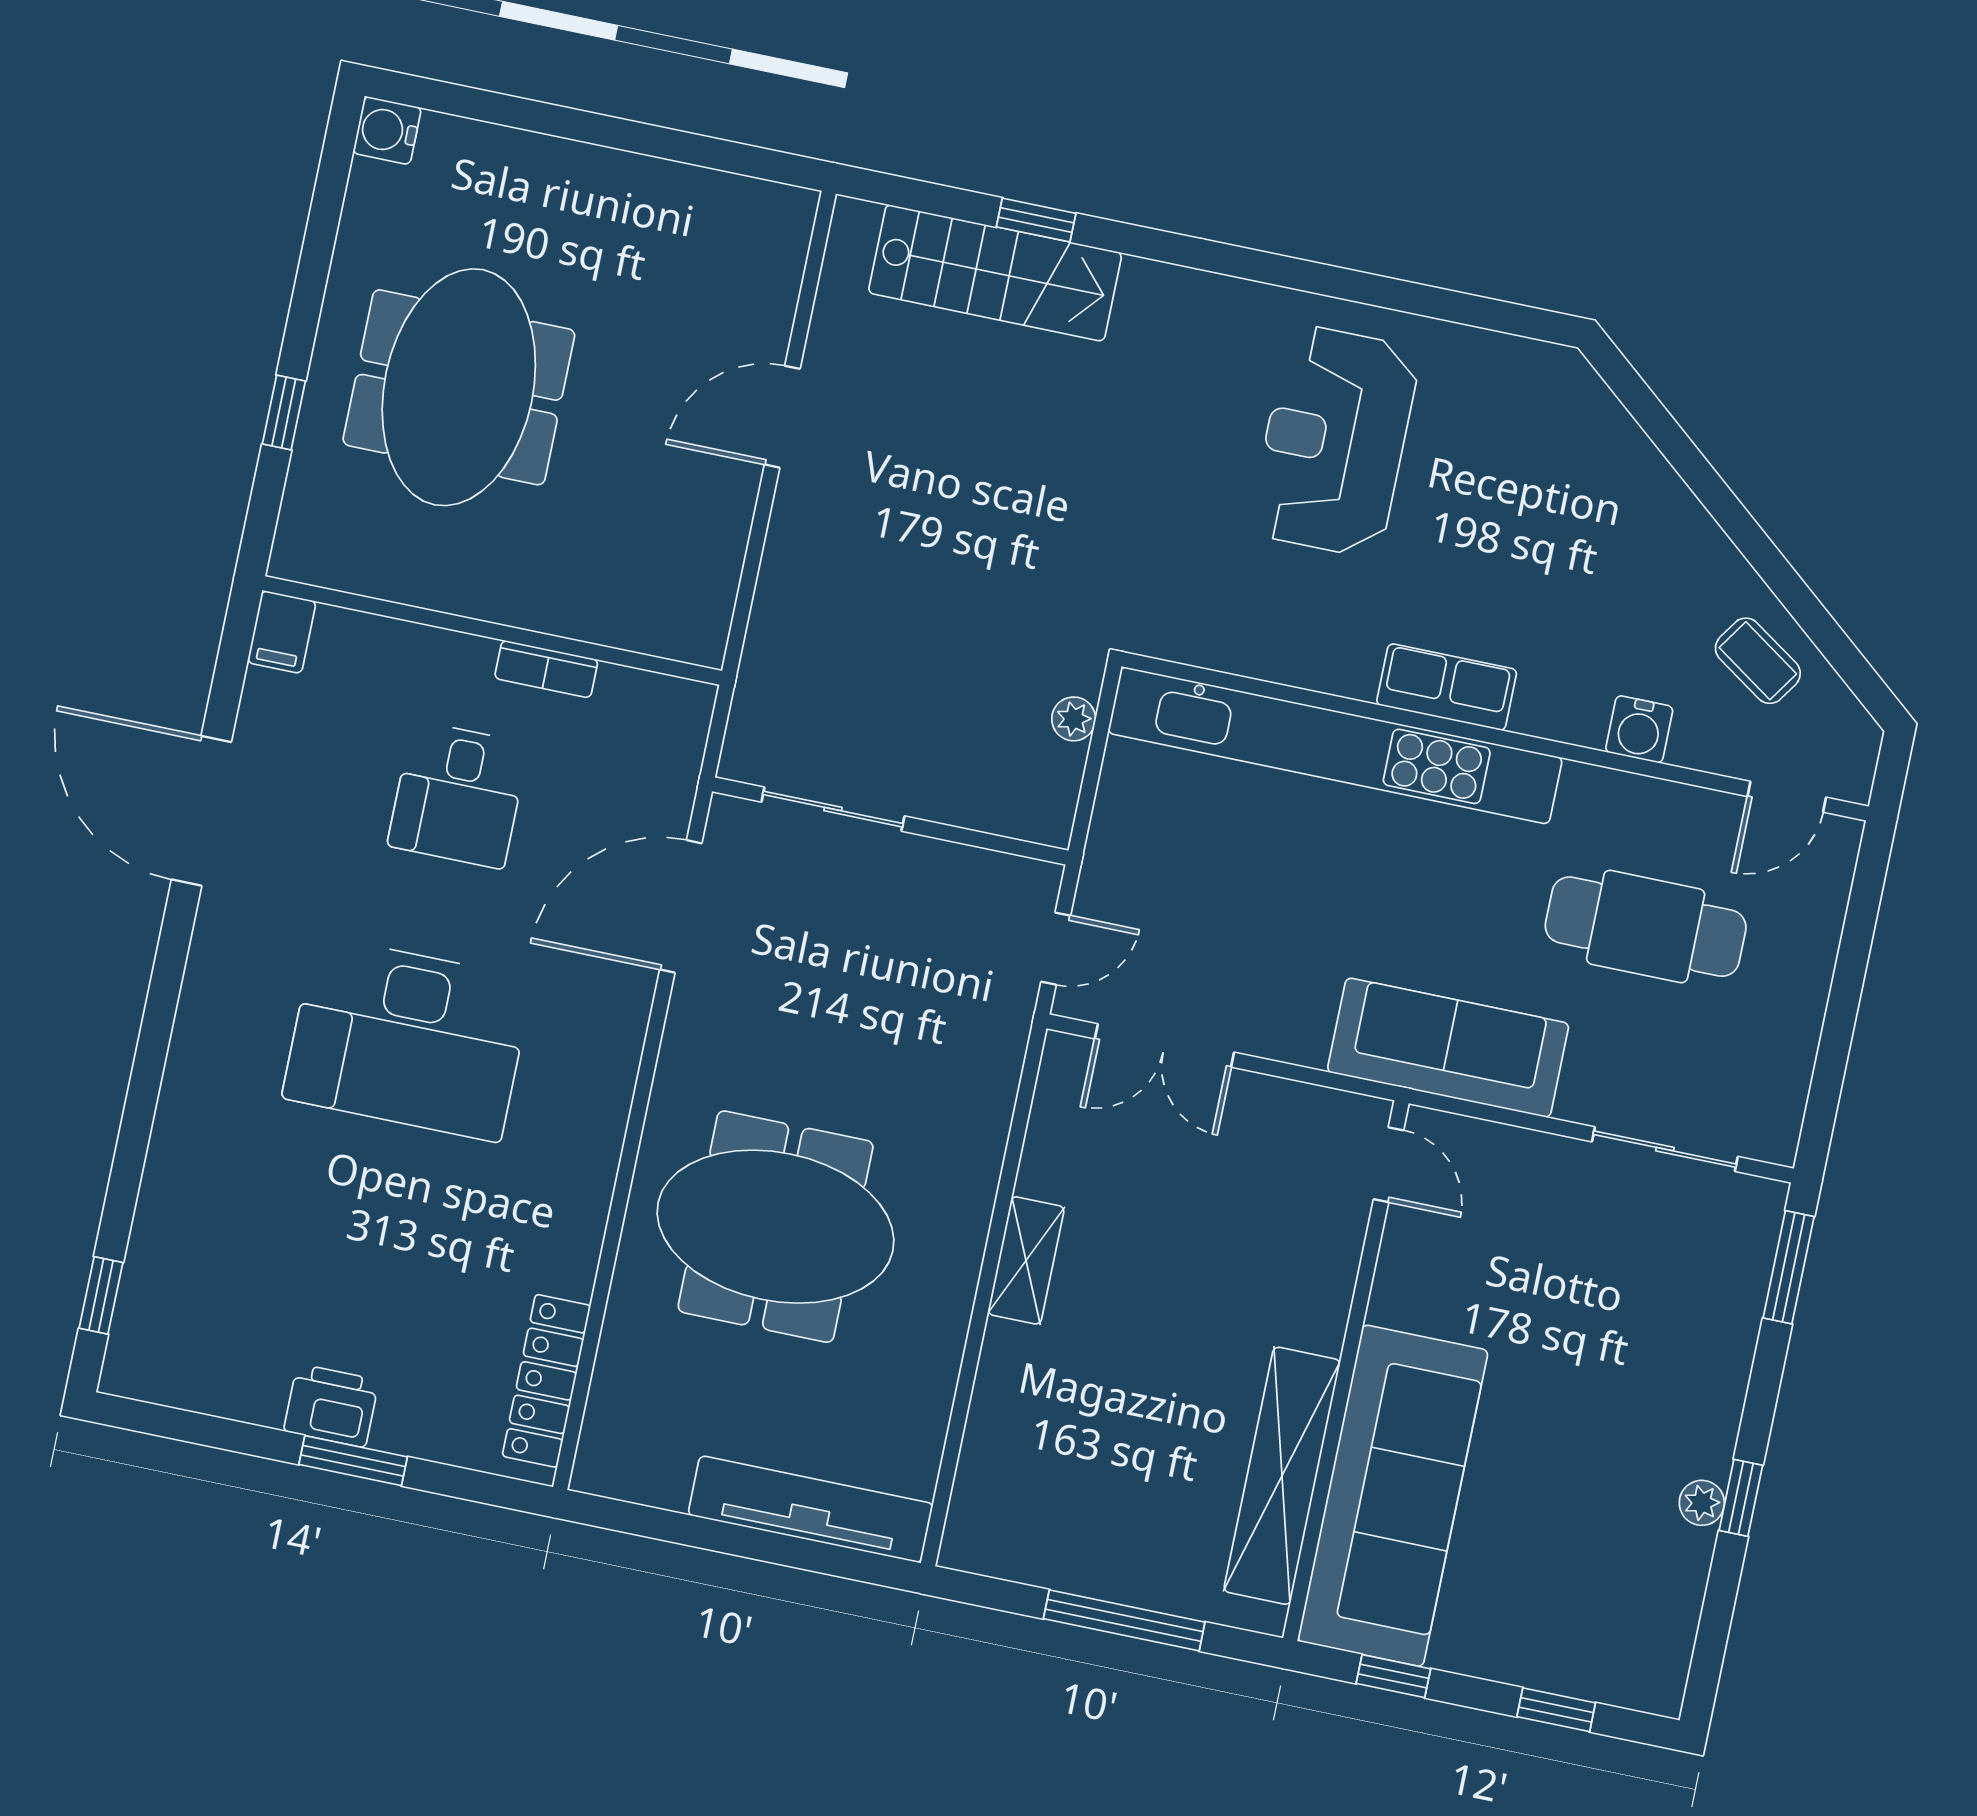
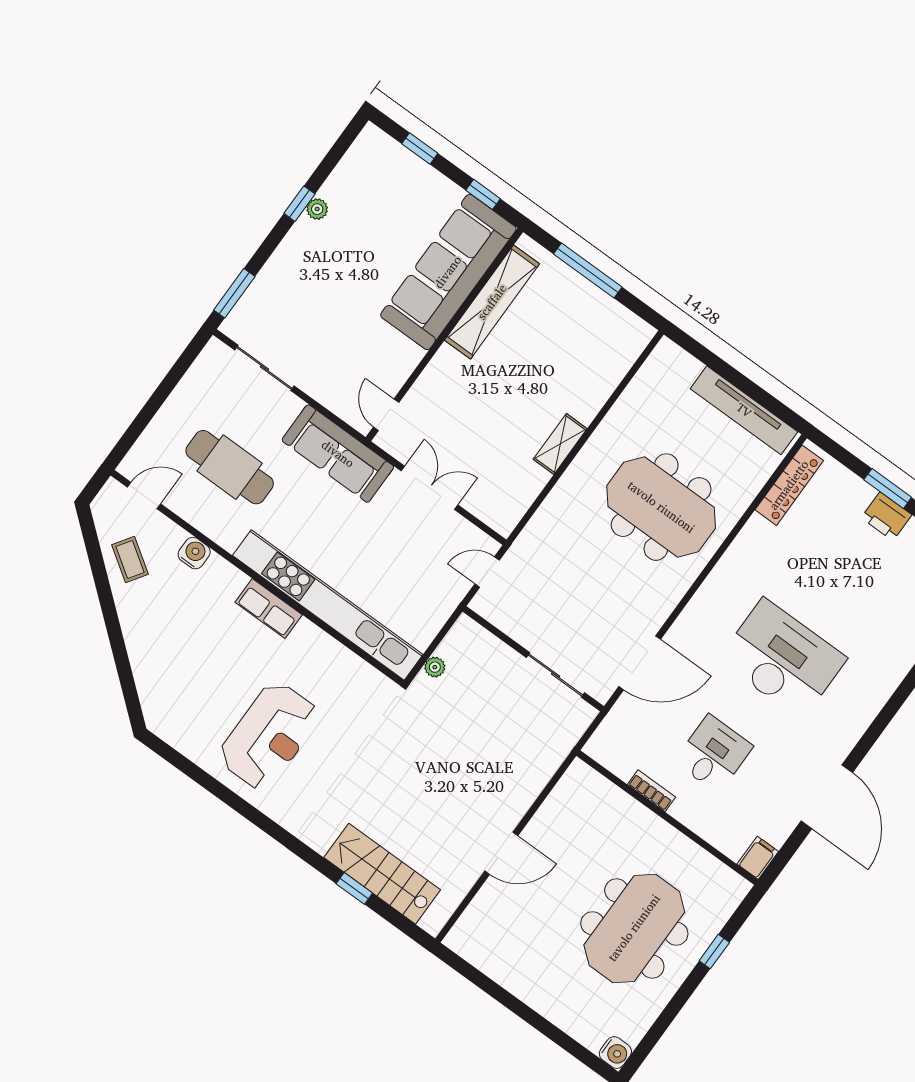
double door: (1164, 1046) -> (430, 488), moved
tv unit: (811, 1509) -> (744, 410), moved

